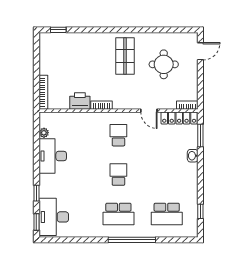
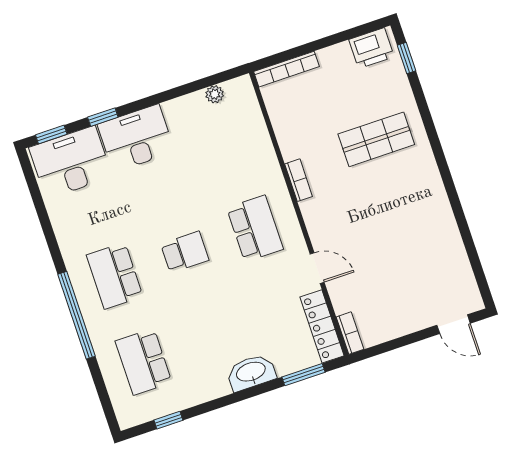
shop shelf: (125, 56) -> (376, 139), moved
round table: (164, 64) -> (408, 267), removed
printer: (80, 101) -> (372, 48), moved, turned 90
door: (149, 111) -> (317, 268), swing flipped
school desk: (118, 135) -> (255, 228), width x1.85
desk: (53, 156) -> (136, 138), moved
washbasin: (193, 156) -> (251, 372), width x1.91, depth x1.45

